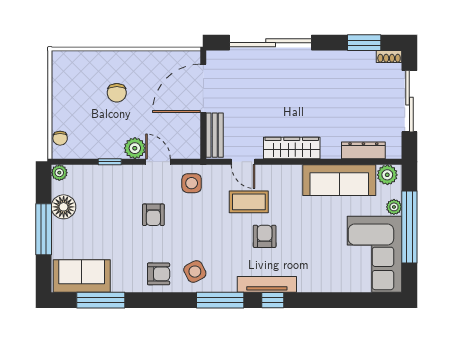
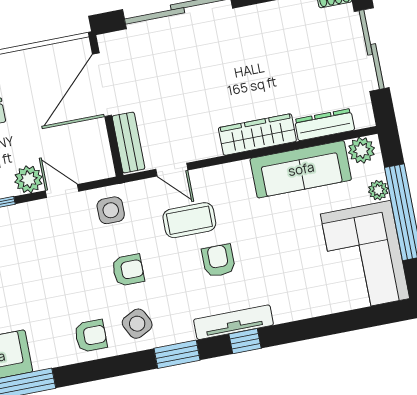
wardrobe: (292, 148) -> (257, 135), moved
armchair: (153, 215) -> (128, 270), moved, turned -90
window: (220, 300) -> (177, 354), width x0.69

